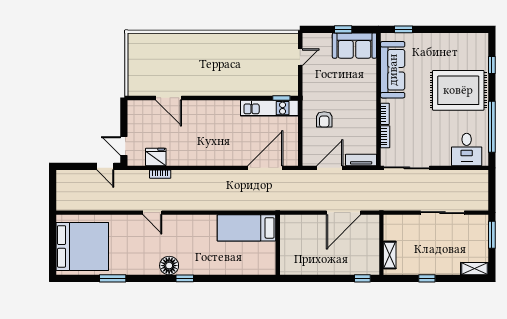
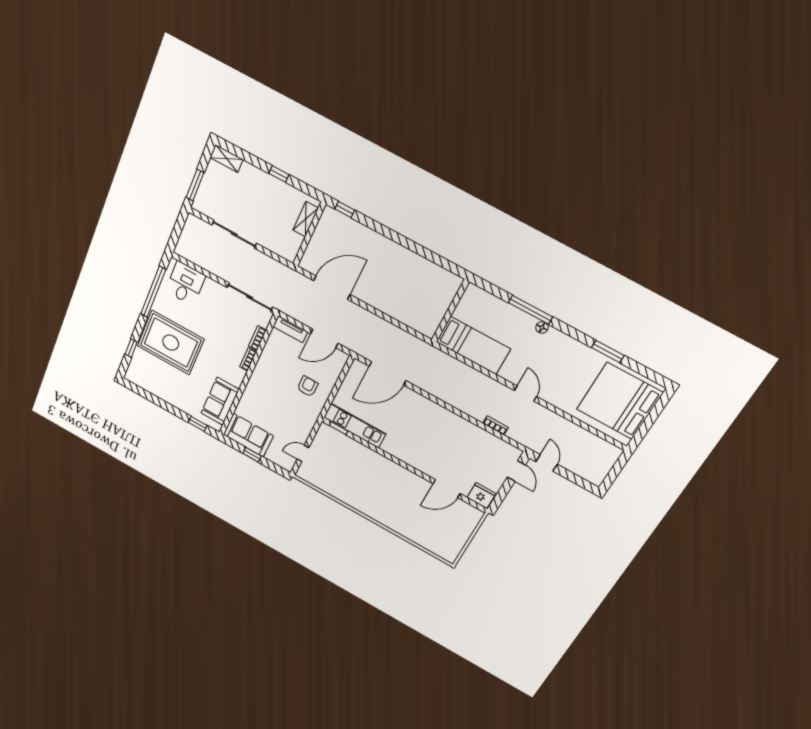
sofa: (393, 70) -> (220, 401), width x0.73
door: (169, 98) -> (447, 489), swing flipped
fridge: (156, 157) -> (481, 496), moved, turned 180
bed: (247, 228) -> (473, 345), moved
wall: (278, 245) -> (450, 311), moved
floor lamp: (169, 266) -> (542, 327), width x0.53, depth x0.53
window: (185, 278) -> (530, 310), width x2.17

